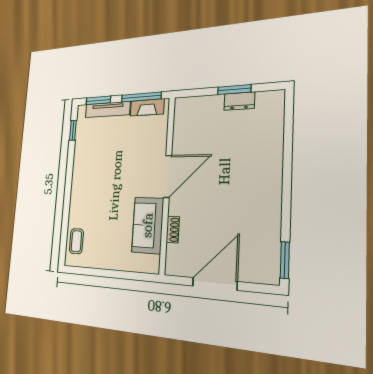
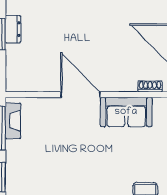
tv unit: (107, 109) -> (12, 165), removed
shoe rack: (173, 230) -> (150, 86), moved

